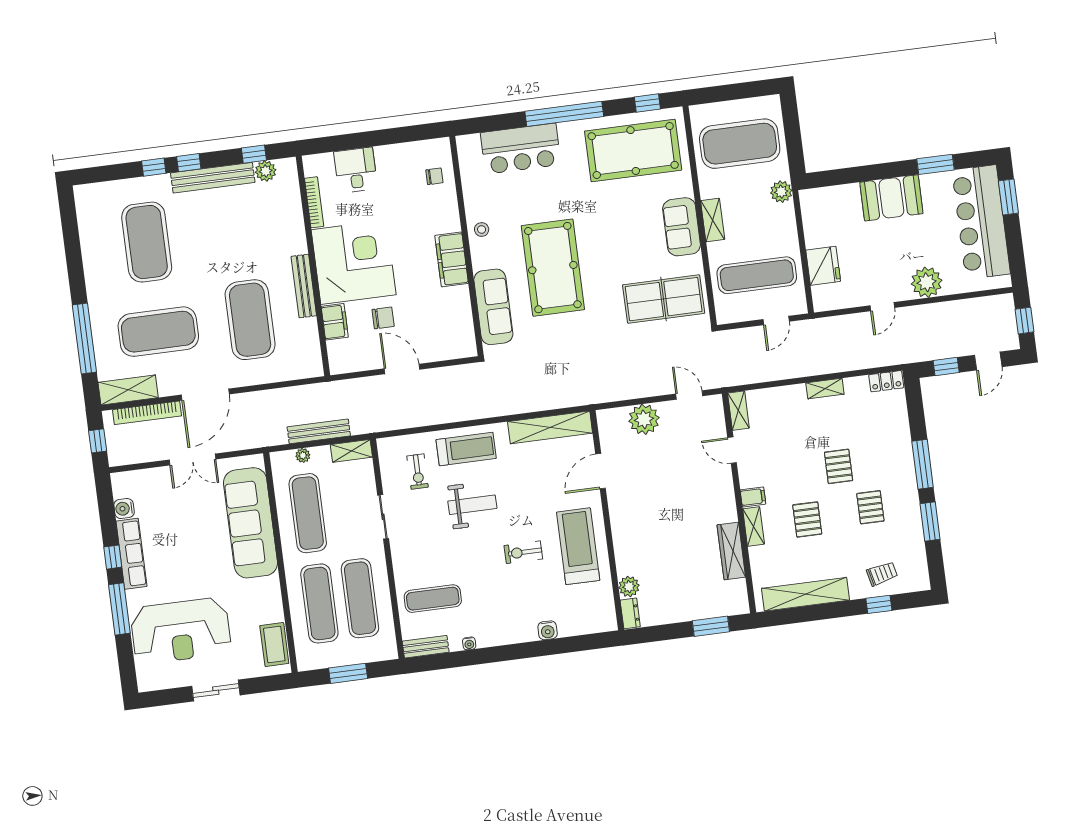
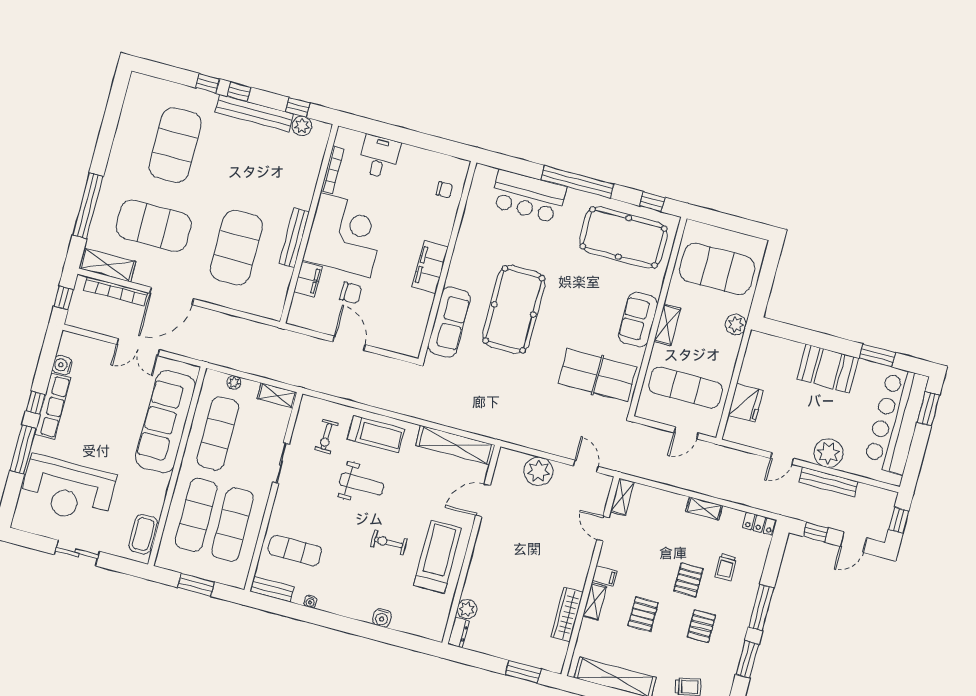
stool: (482, 229) -> (466, 252), removed
bench: (319, 431) -> (828, 482), moved
trolley: (871, 439) -> (726, 567), added

